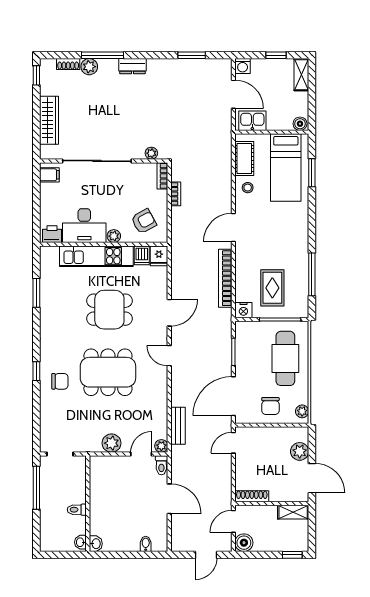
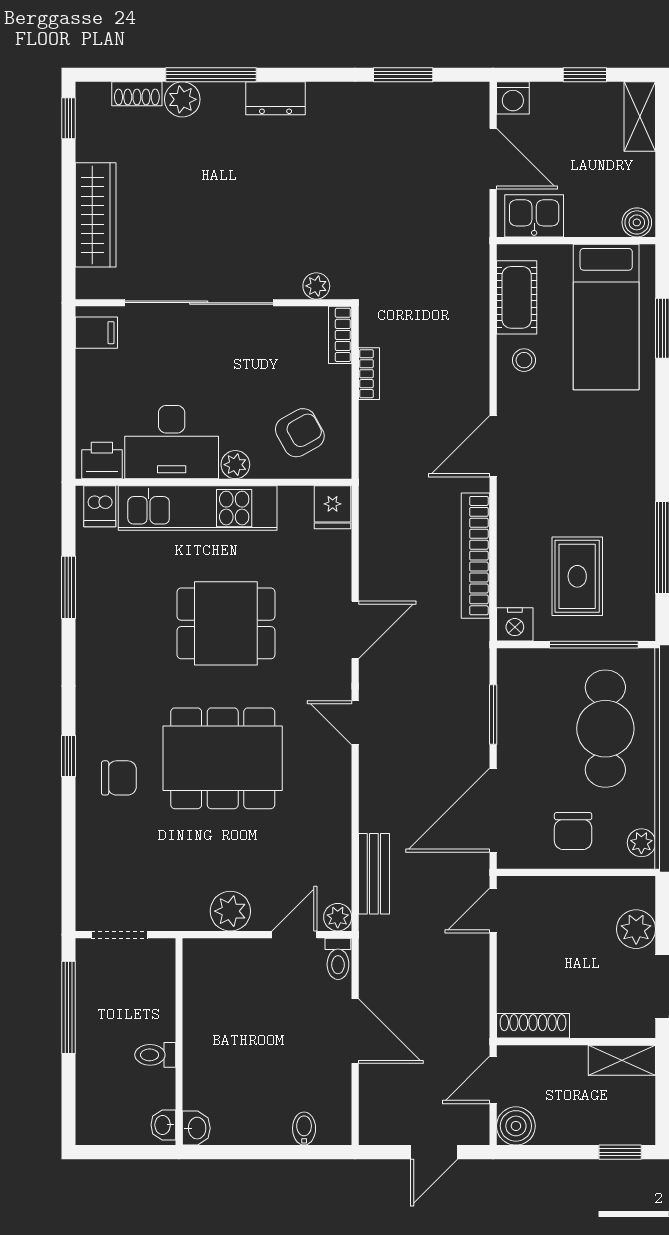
dishwasher: (142, 255) -> (100, 506), moved

